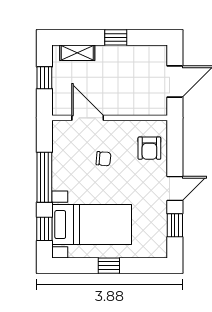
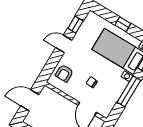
armchair: (149, 148) -> (64, 73), turned 180

